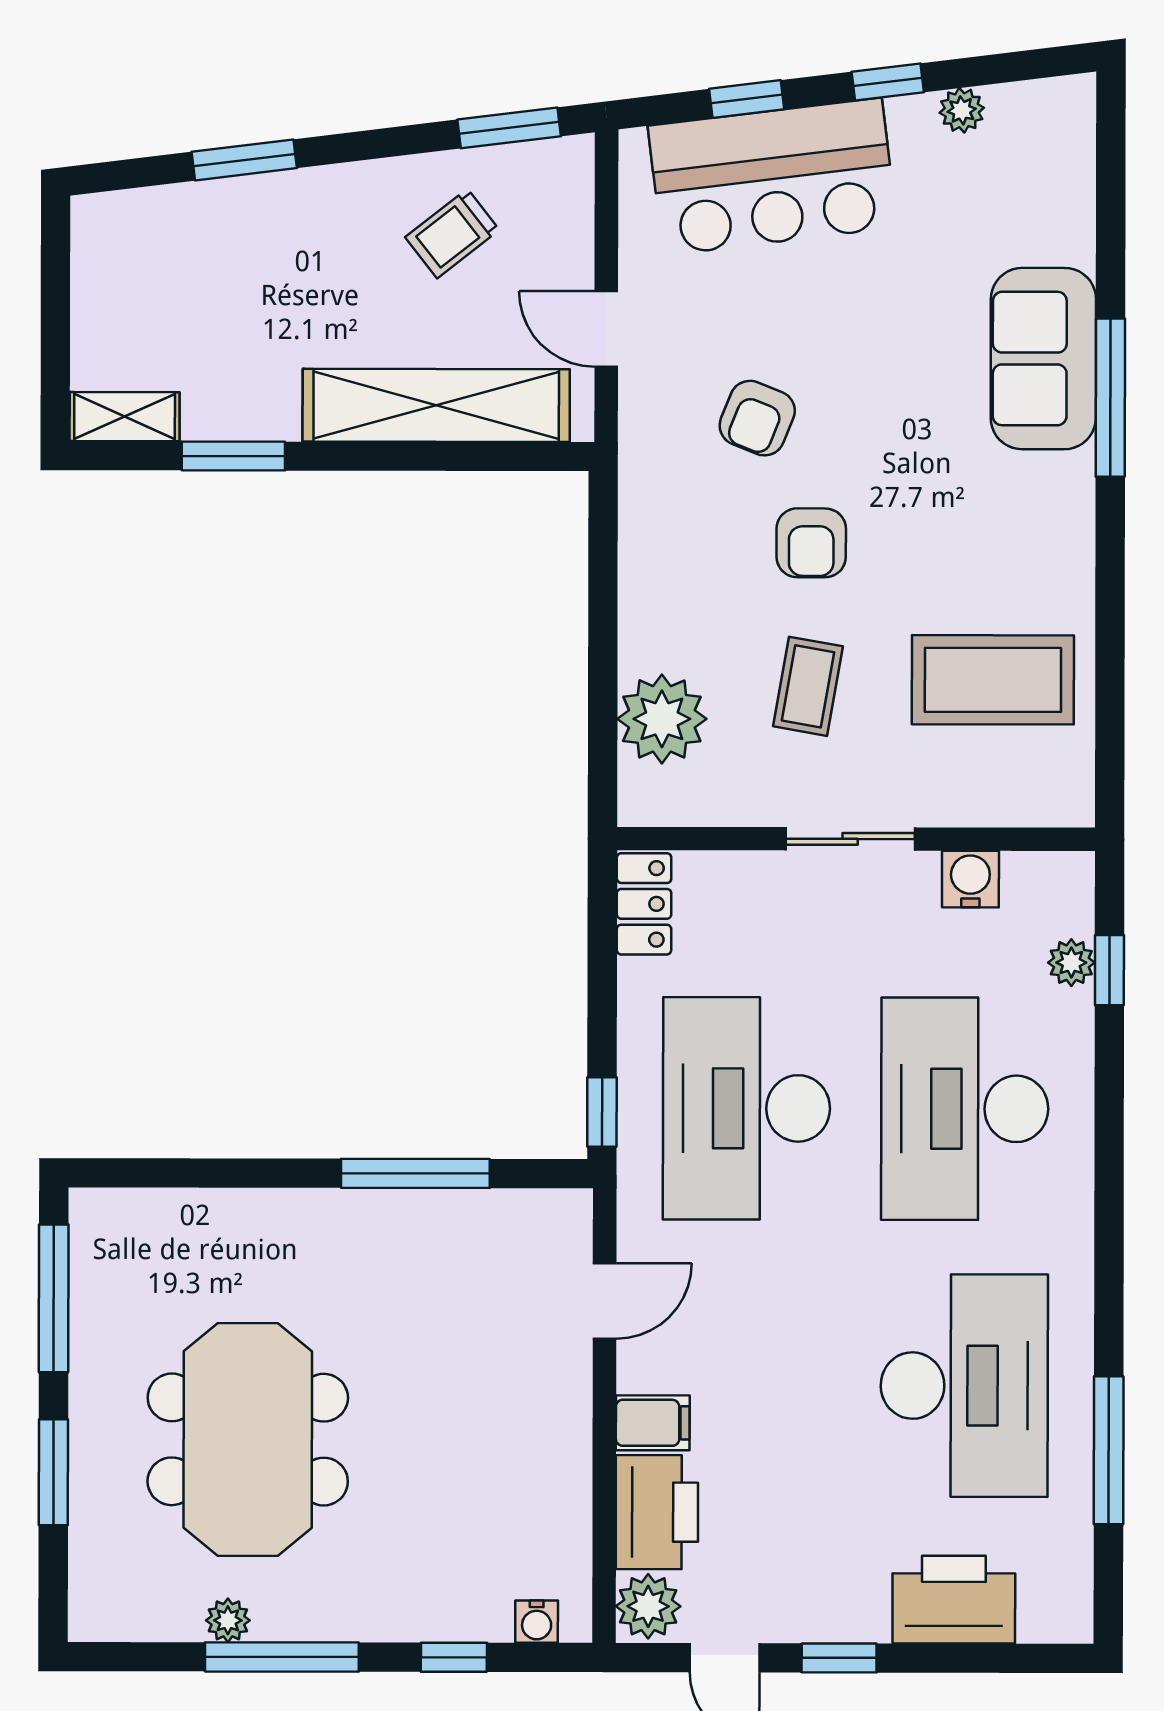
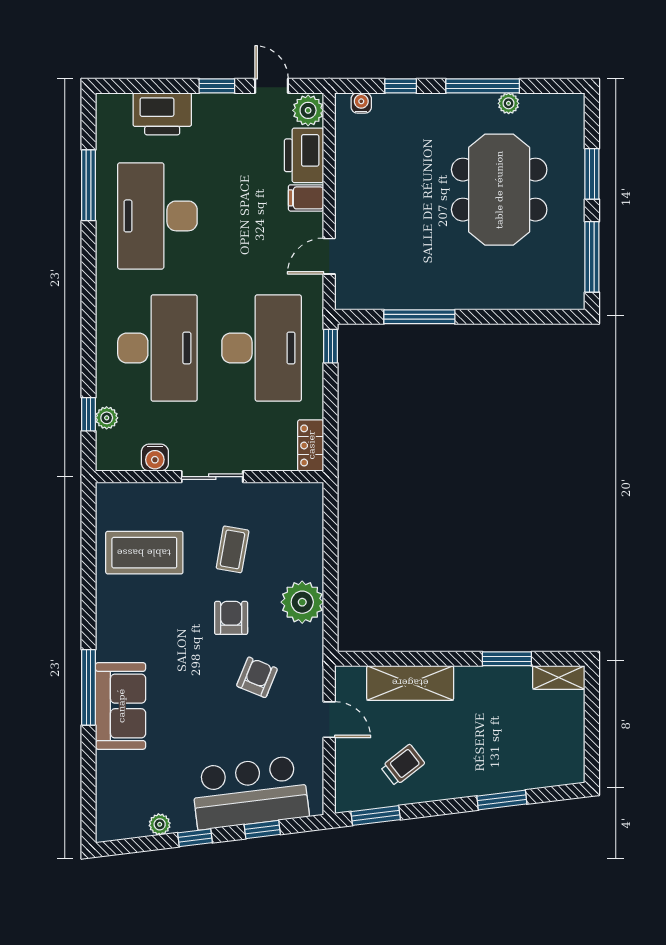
shelving: (436, 405) -> (410, 683), width x0.68
plant: (662, 719) -> (302, 602), moved

